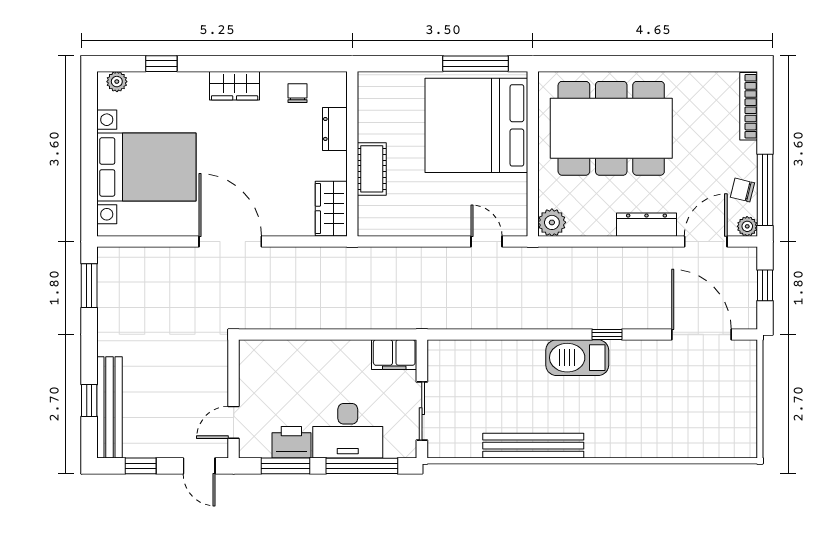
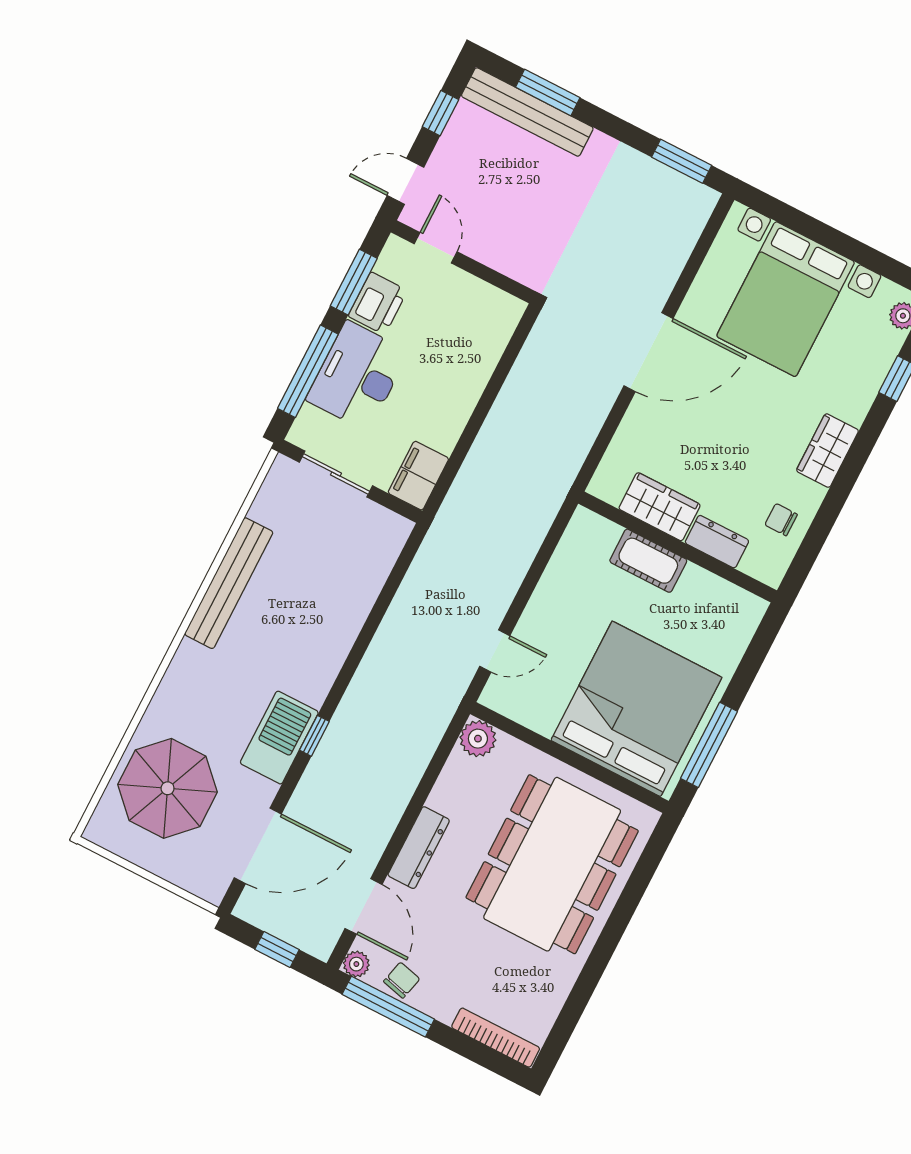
chair: (298, 93) -> (781, 520), turned 180
wardrobe: (331, 208) -> (660, 507), moved
barbecue: (577, 358) -> (279, 738), moved
window: (89, 400) -> (548, 92), width x1.50
parasol: (694, 416) -> (168, 788), added

